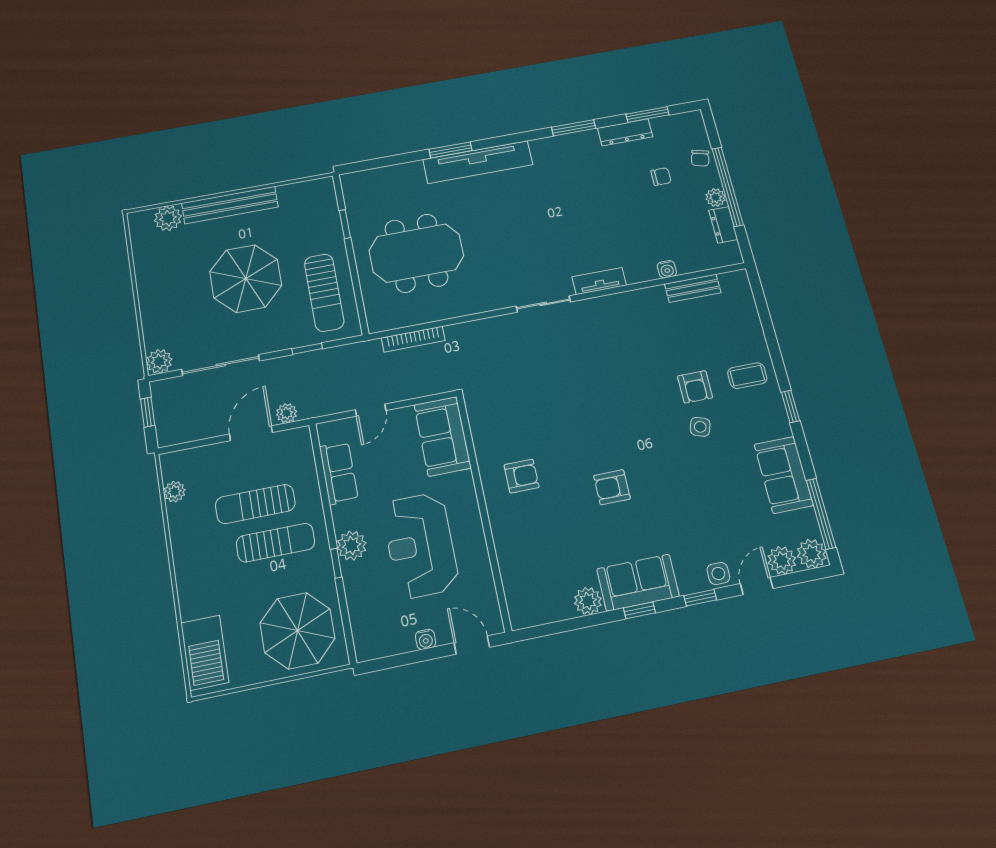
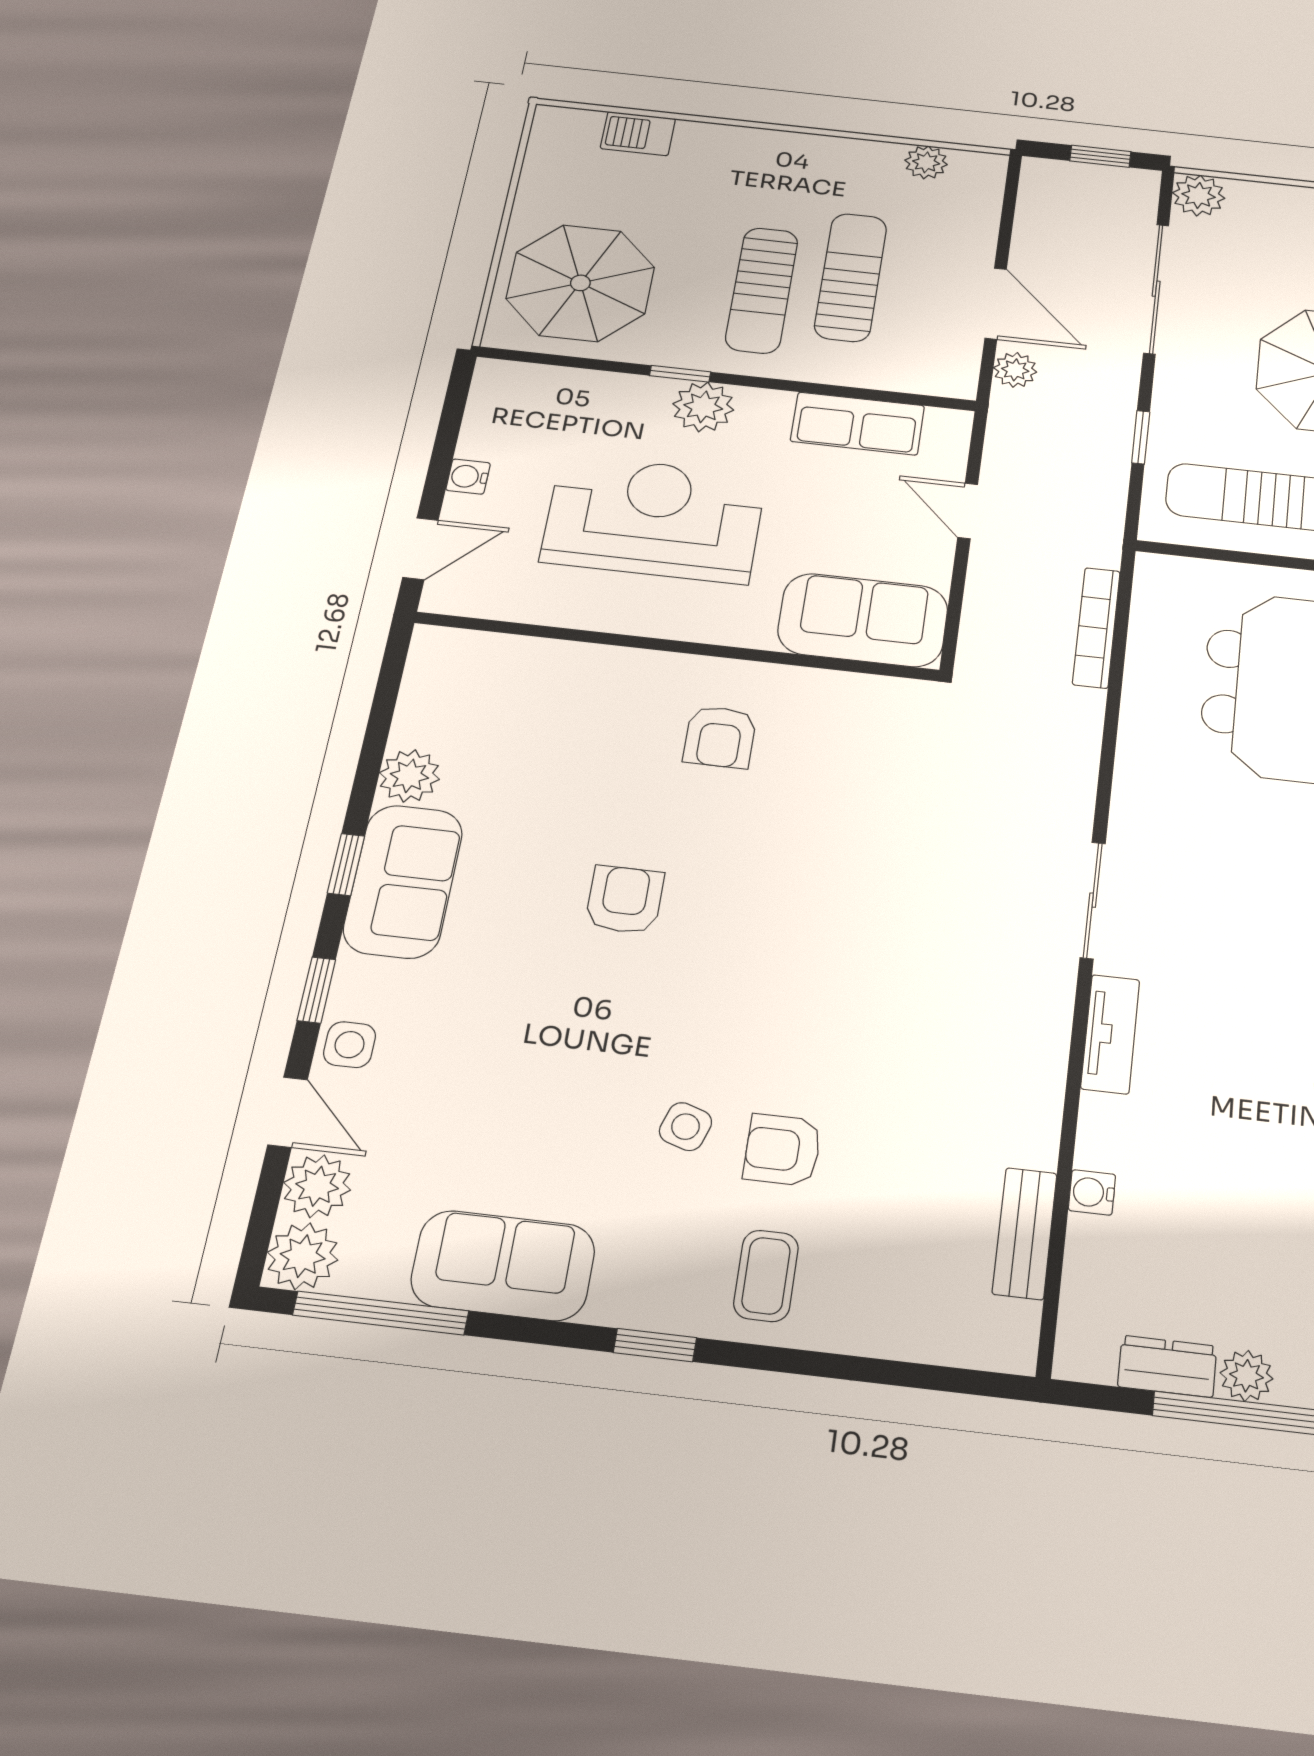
barbecue: (205, 653) -> (638, 134), width x0.53, depth x0.65

